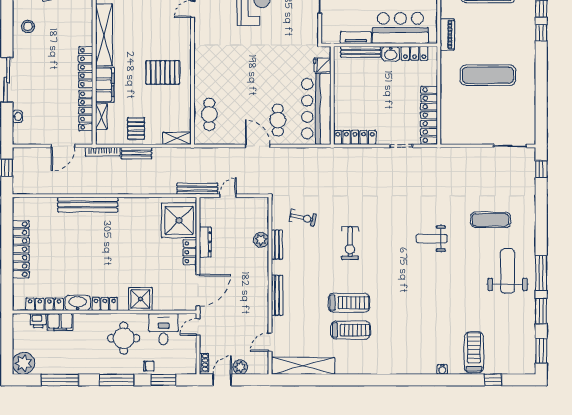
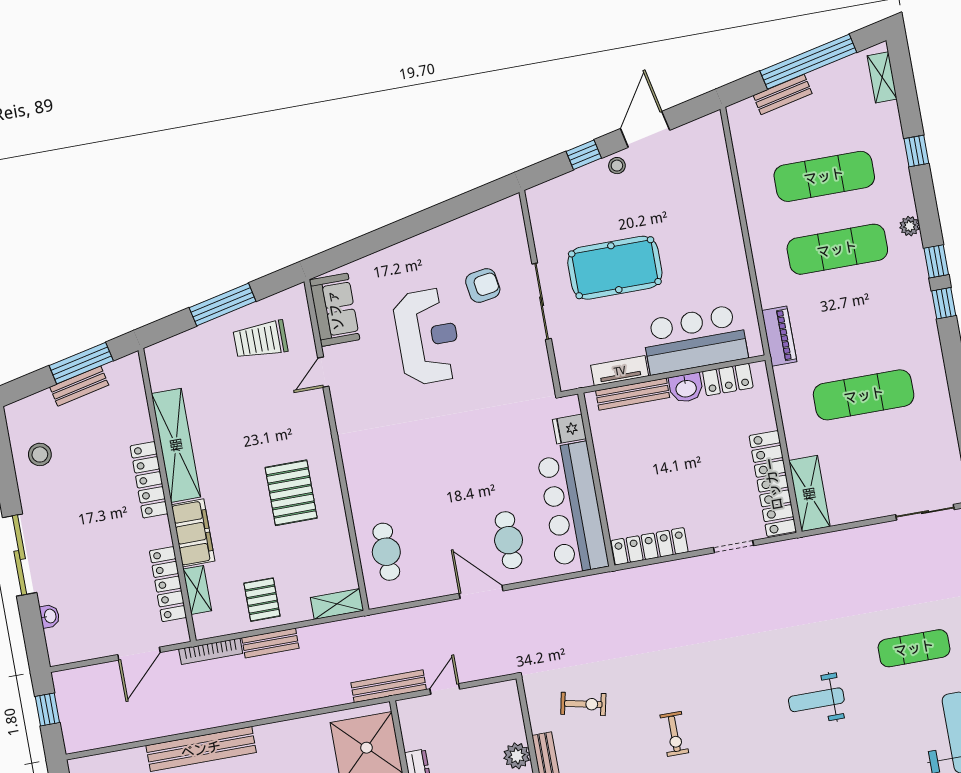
locker: (86, 67) -> (149, 480), moved
pallet: (163, 72) -> (291, 493), turned 90
shelving: (448, 124) -> (809, 494), added
exercise bike: (350, 243) -> (674, 734), width x0.73, depth x0.72

